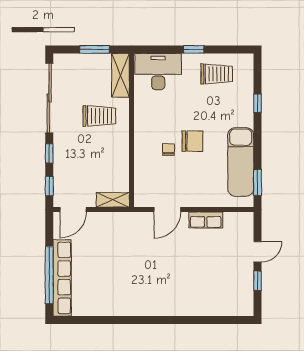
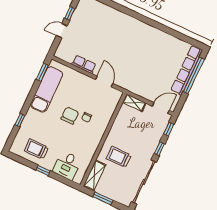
desk: (158, 71) -> (67, 165), width x0.73
chair: (192, 141) -> (70, 116), turned 90
door: (167, 210) -> (104, 81), hinge flipped

